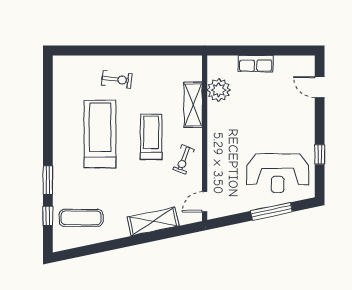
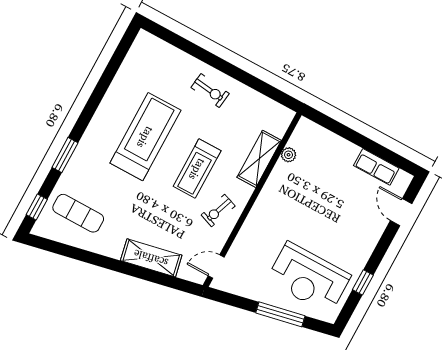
row of seats: (256, 64) -> (376, 167), moved
exercise bike: (117, 79) -> (210, 91), moved
plant: (219, 90) -> (289, 155), width x0.53, depth x0.53
treadmill: (151, 137) -> (197, 169), turned 180
window: (48, 216) -> (37, 207), moved

